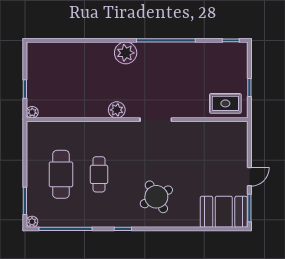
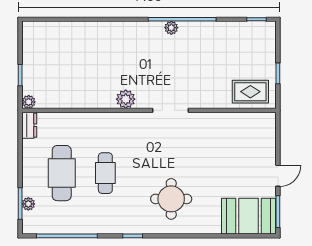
plant: (126, 53) -> (171, 28), moved, width x0.53, depth x0.53
dresser: (33, 133) -> (29, 125), added
round table: (156, 197) -> (171, 199), turned 30
plant: (32, 222) -> (28, 204), moved

